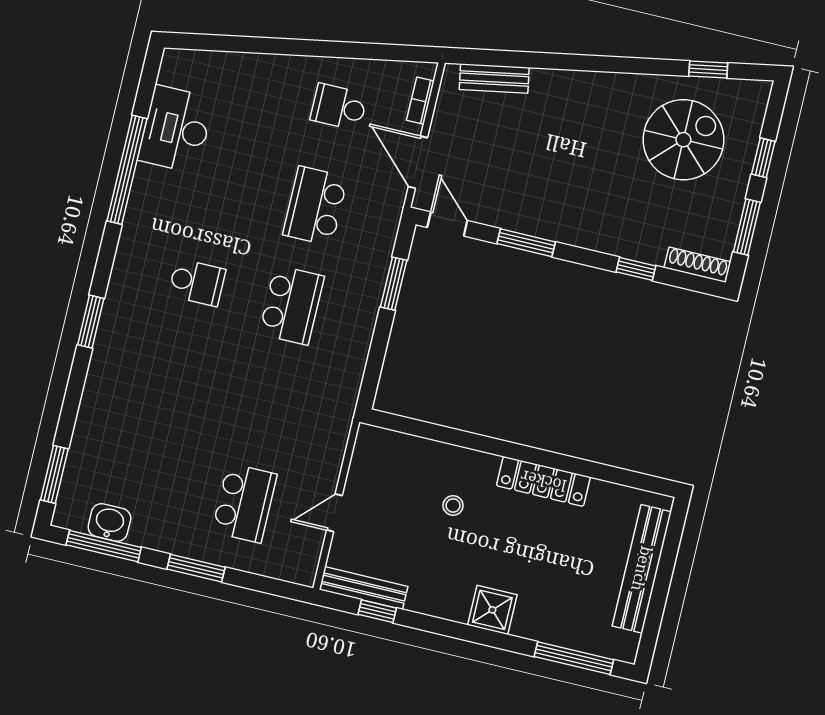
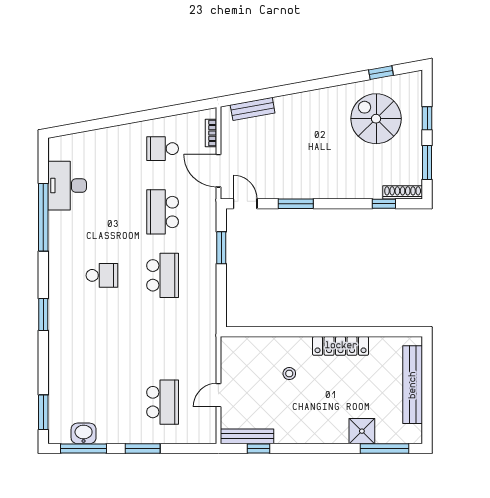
spiral stairs: (683, 140) -> (376, 119), turned -90
window: (636, 269) -> (384, 204), moved
shower: (492, 610) -> (362, 431), moved

